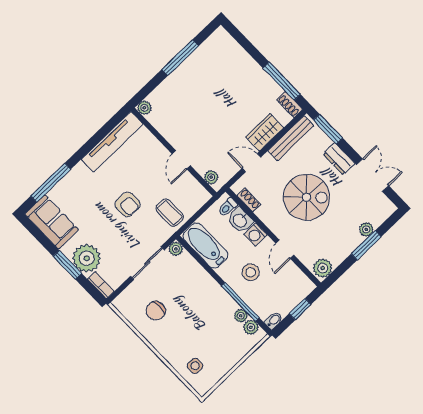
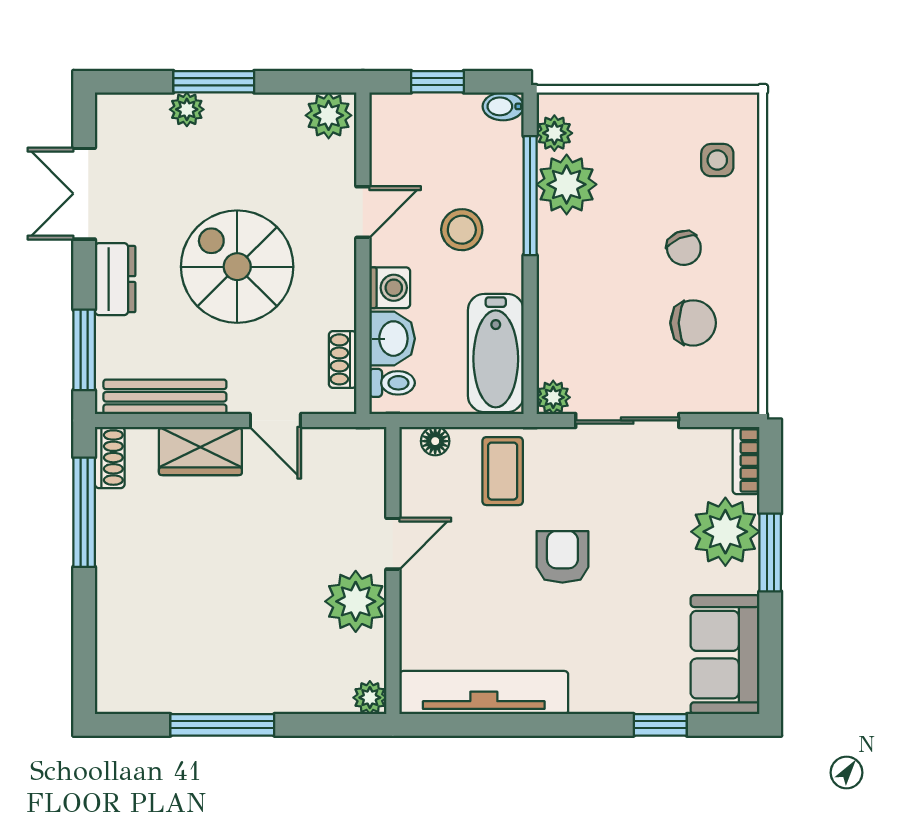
plant: (211, 177) -> (356, 601), moved, width x1.87, depth x1.87
window: (51, 183) -> (660, 725), width x0.46
floor lamp: (198, 202) -> (435, 441), added
plant: (241, 316) -> (567, 184), width x1.88, depth x1.88
chair: (180, 330) -> (684, 248), added

